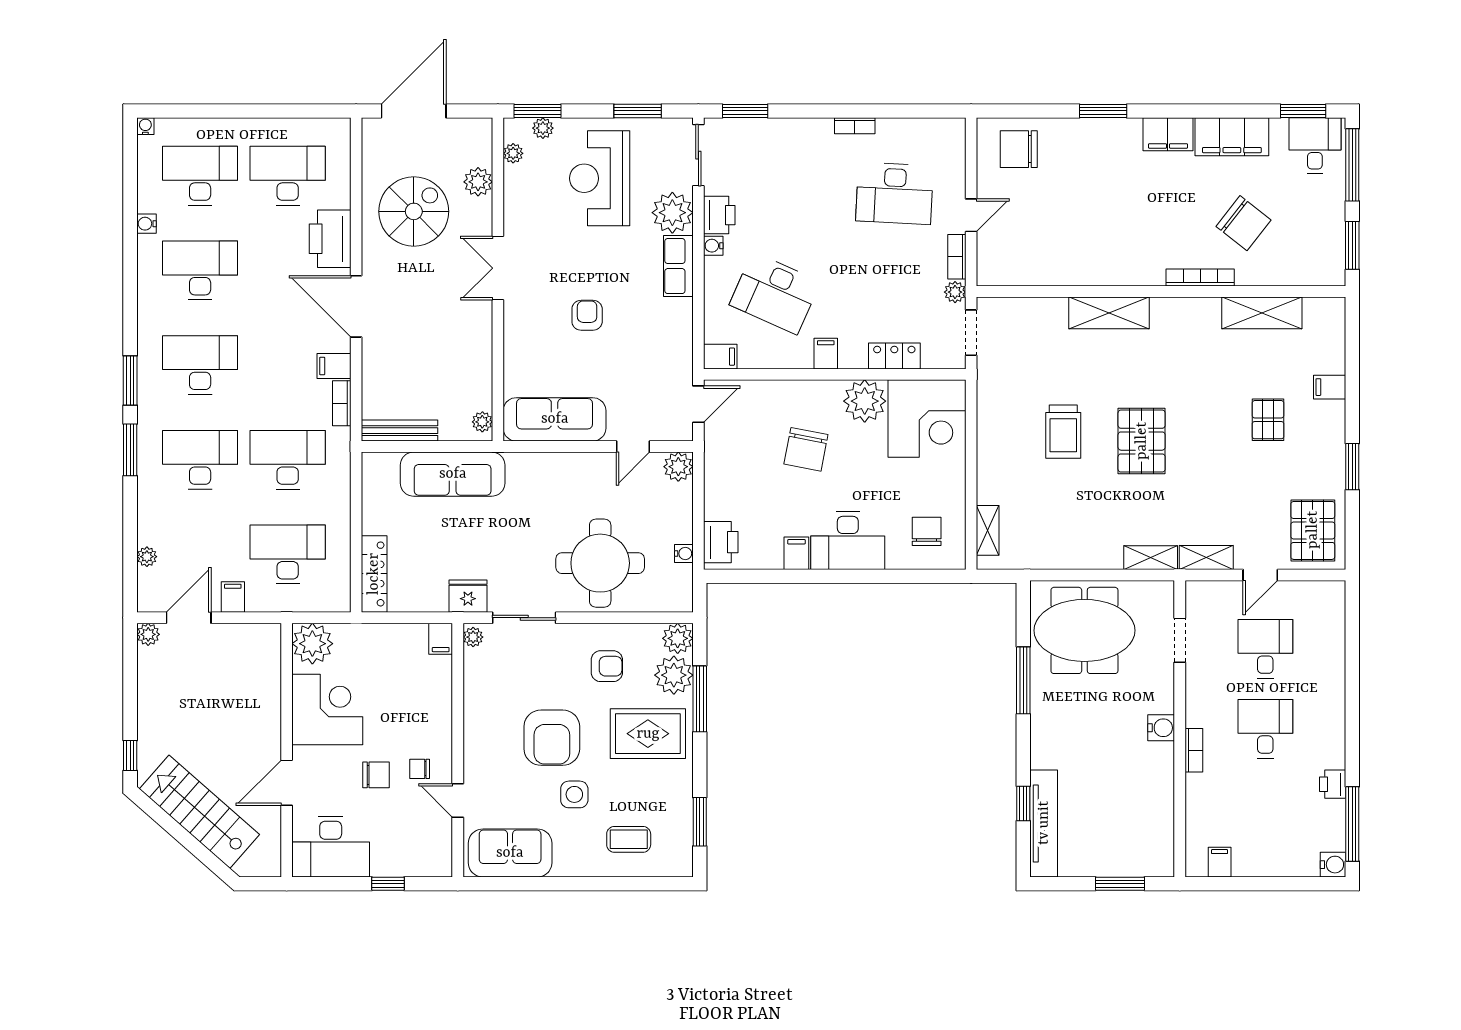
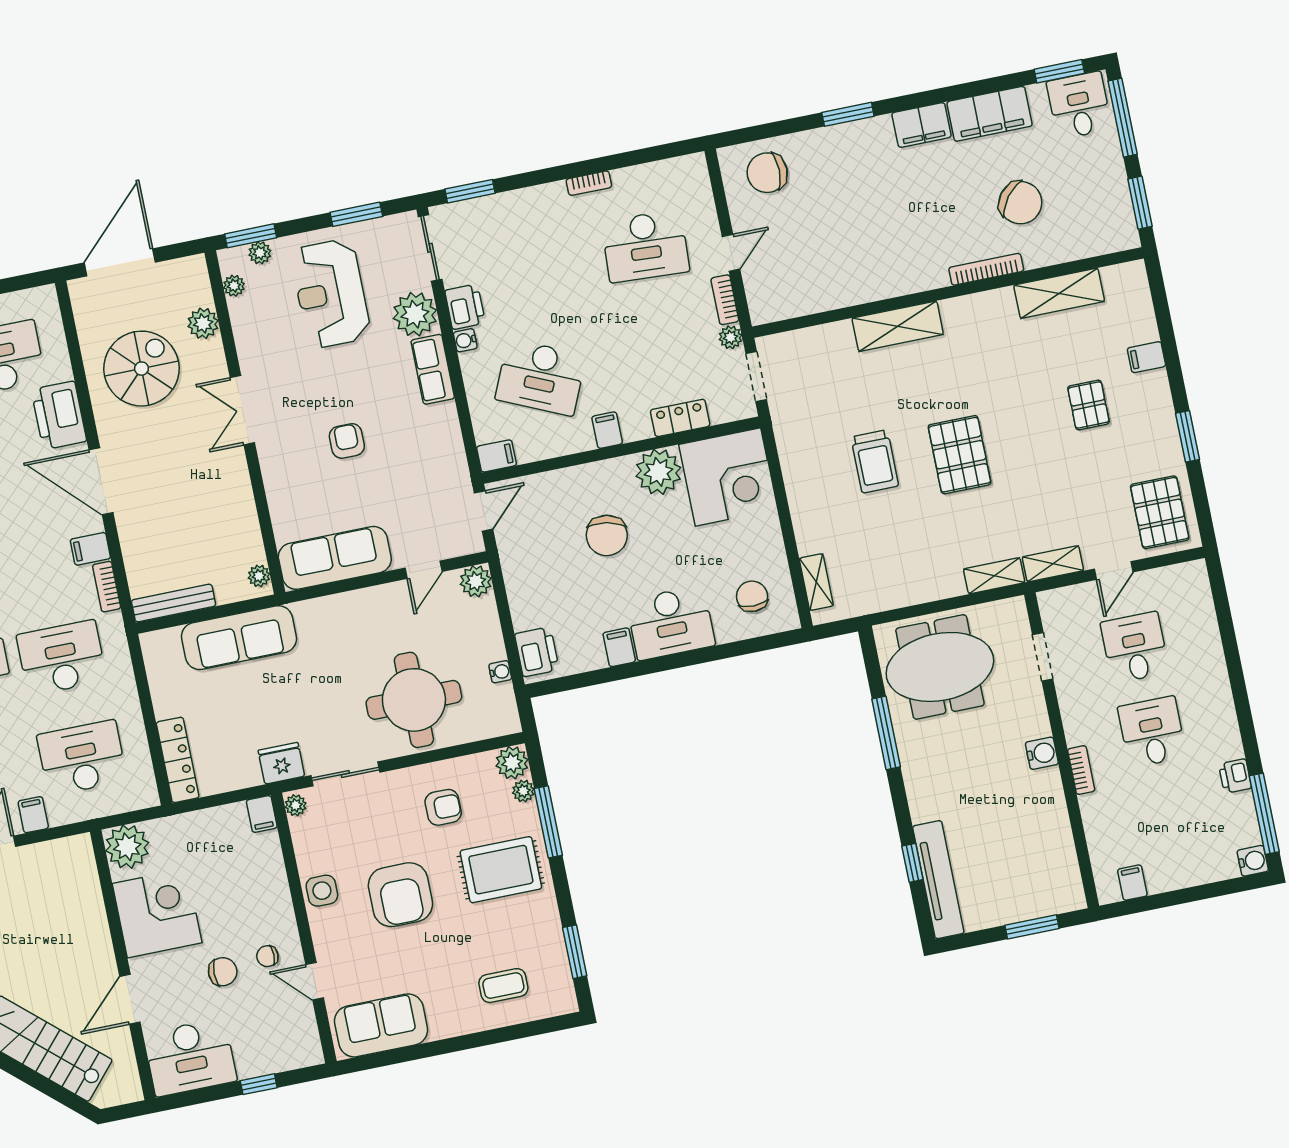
plant: (674, 675) -> (523, 791), width x0.53, depth x0.53
side table: (574, 794) -> (322, 891), moved

